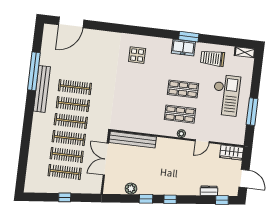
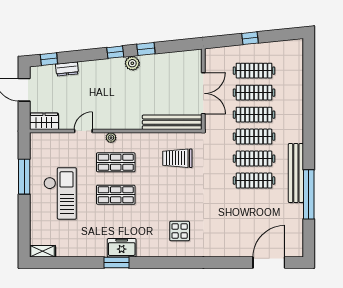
trolley: (212, 58) -> (177, 158), moved, turned 180
checkout: (226, 95) -> (60, 193), turned 180
plant: (131, 189) -> (132, 63), moved

